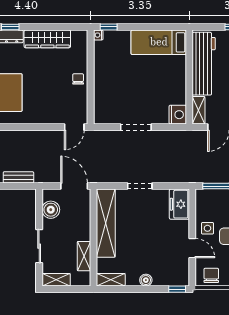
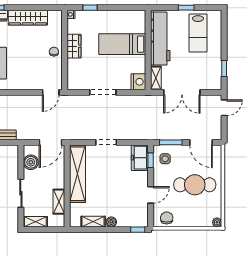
window: (109, 27) -> (90, 8), moved
bed: (159, 42) -> (122, 44), moved
wardrobe: (102, 73) -> (74, 46), added
door: (74, 186) -> (51, 142), swing flipped
window: (192, 207) -> (151, 160), added
side table: (207, 228) -> (165, 159), moved
door: (192, 248) -> (151, 195), hinge flipped
shelving: (111, 280) -> (93, 222), moved

